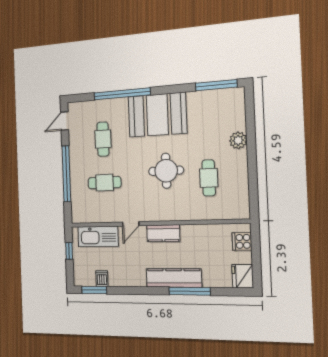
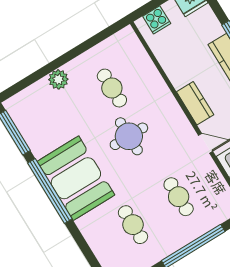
window: (122, 94) -> (50, 191), moved
cafe table: (103, 139) -> (133, 225), turned 90
cafe table: (209, 178) -> (112, 88), turned 90

